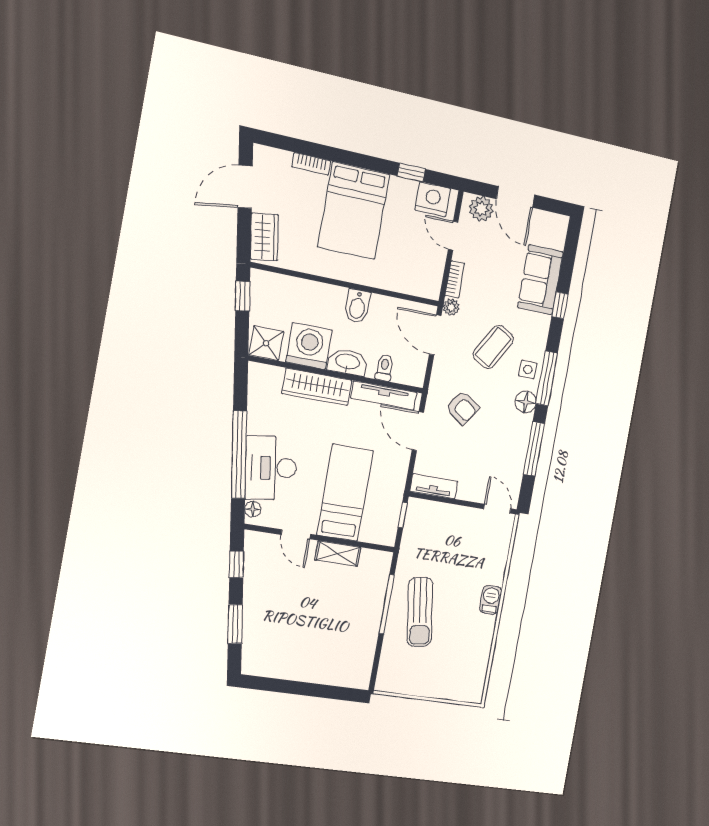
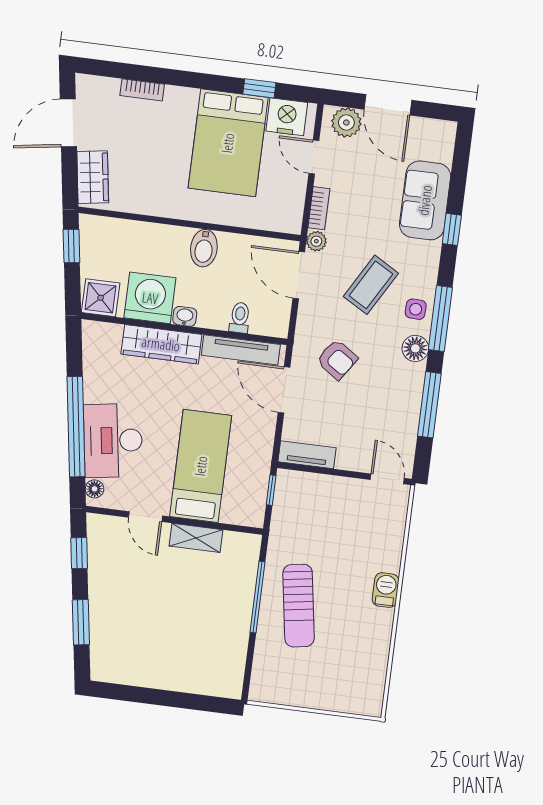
bed: (354, 211) -> (228, 143), moved
washbasin: (348, 362) -> (185, 316), width x0.52, depth x0.69

